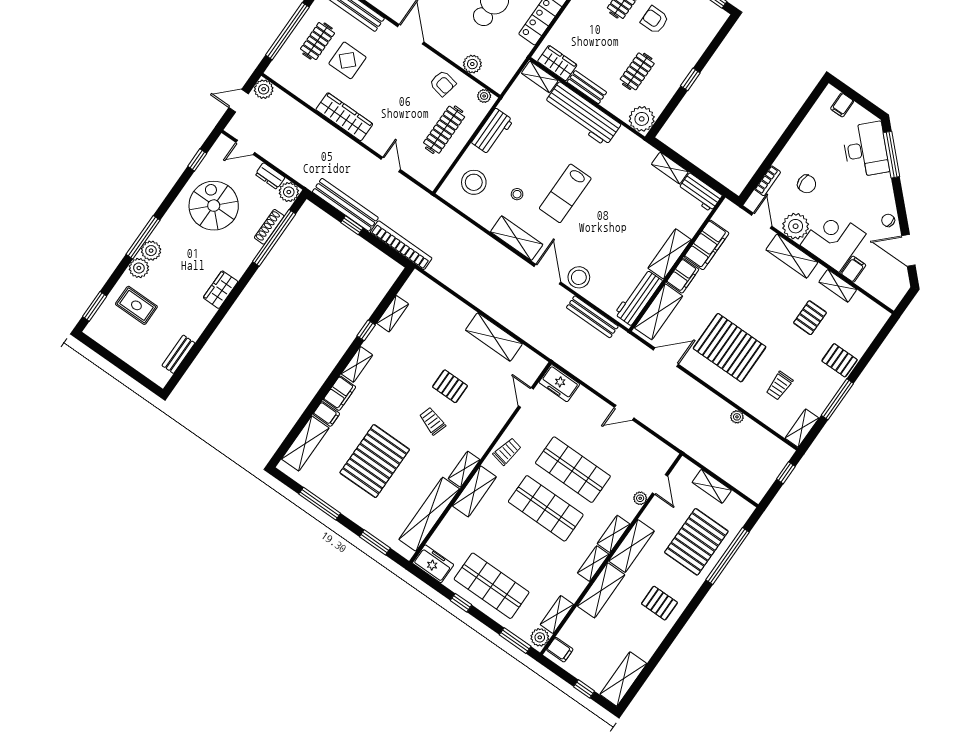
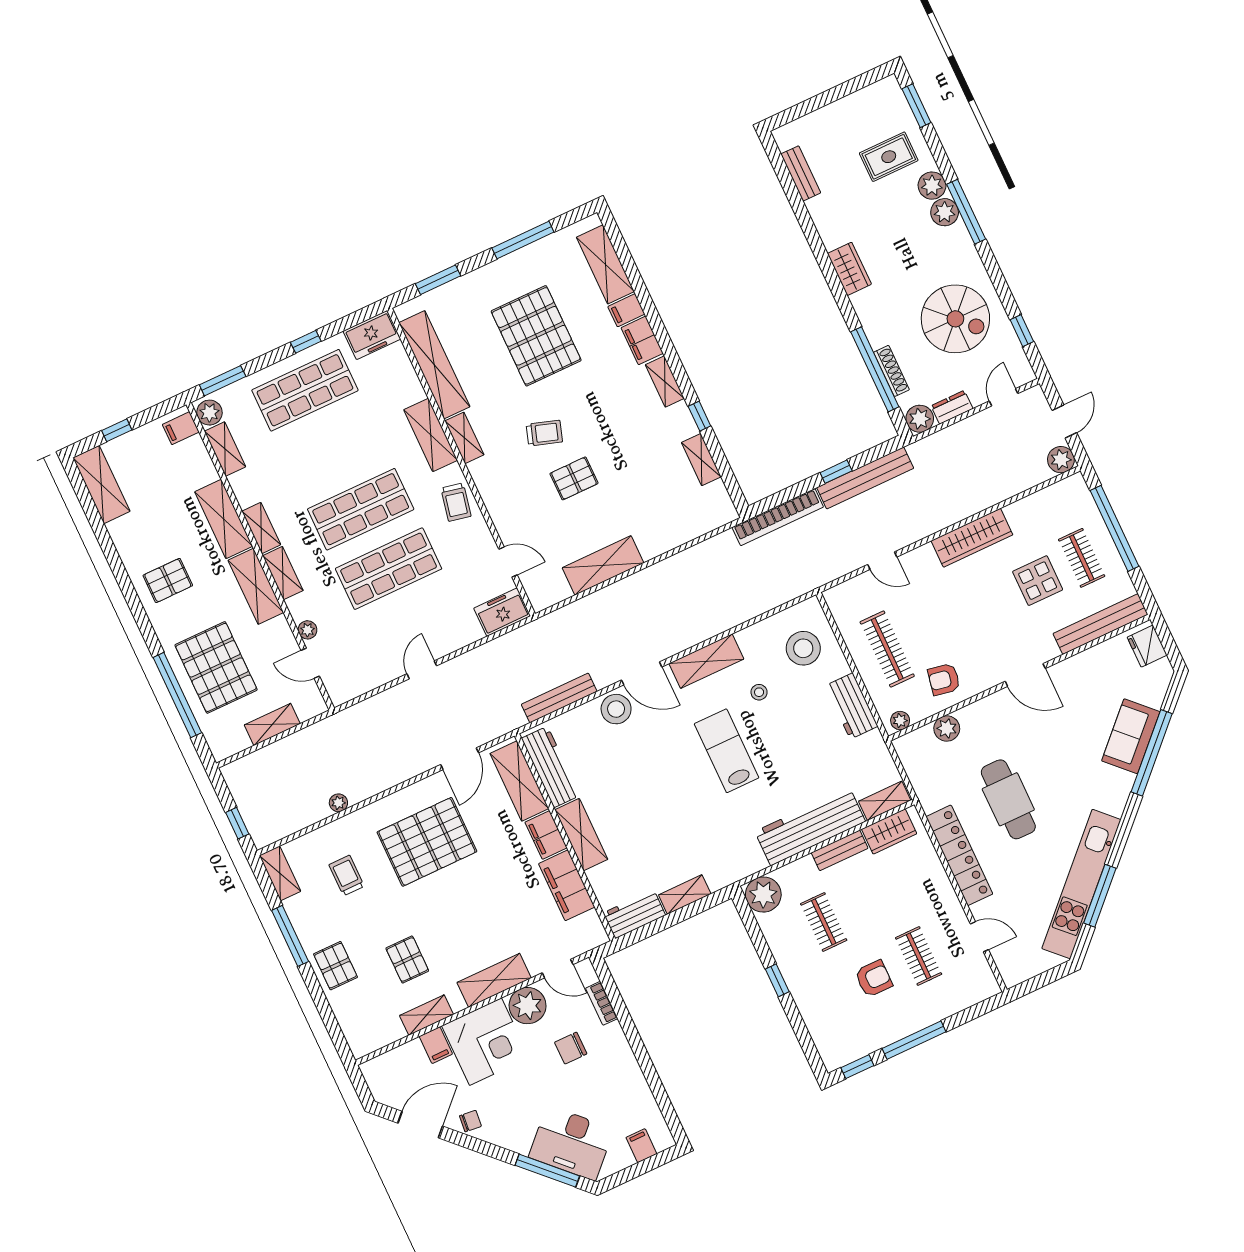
pallet: (840, 360) -> (336, 966), turned 90

